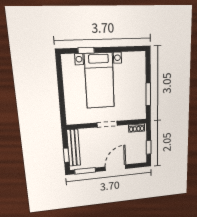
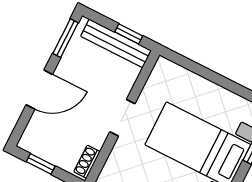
window: (66, 155) -> (129, 34), moved
door: (115, 168) -> (39, 90), hinge flipped

